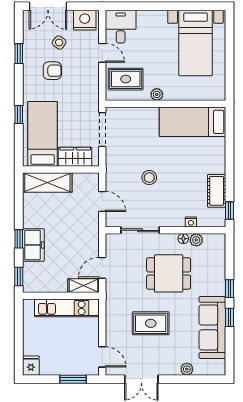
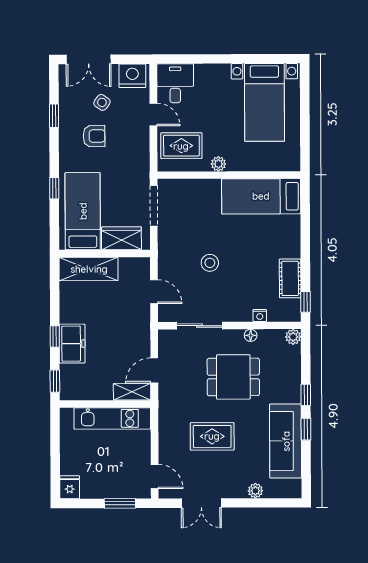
plant: (196, 240) -> (293, 337), moved

